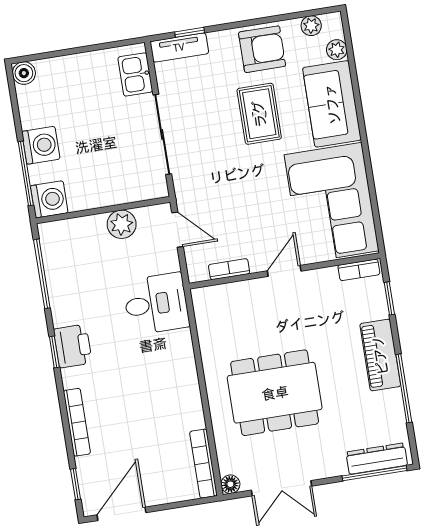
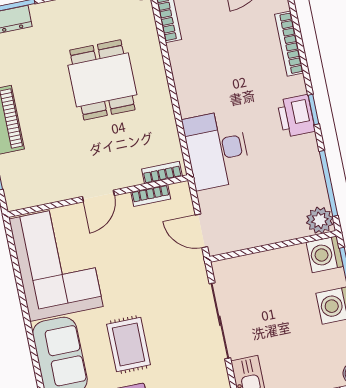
plant: (122, 224) -> (320, 220), moved
bookcase: (359, 270) -> (162, 173), moved
desk: (156, 304) -> (217, 150), width x1.37
dining table: (275, 393) -> (102, 80), width x0.73

